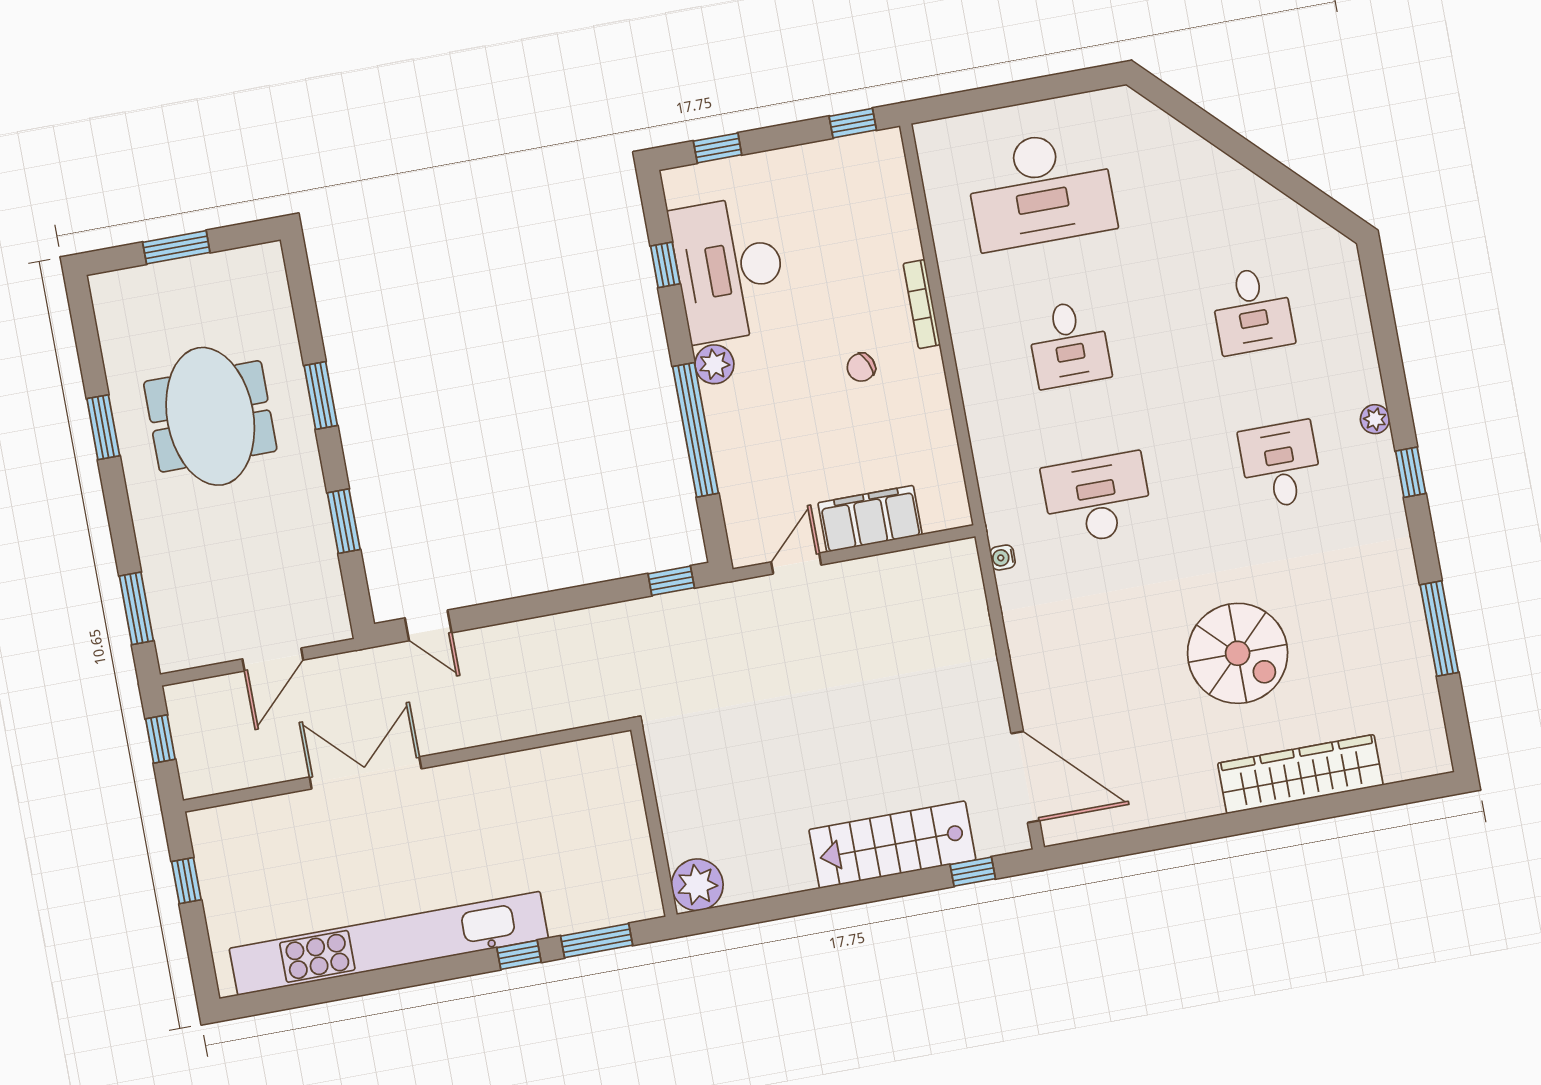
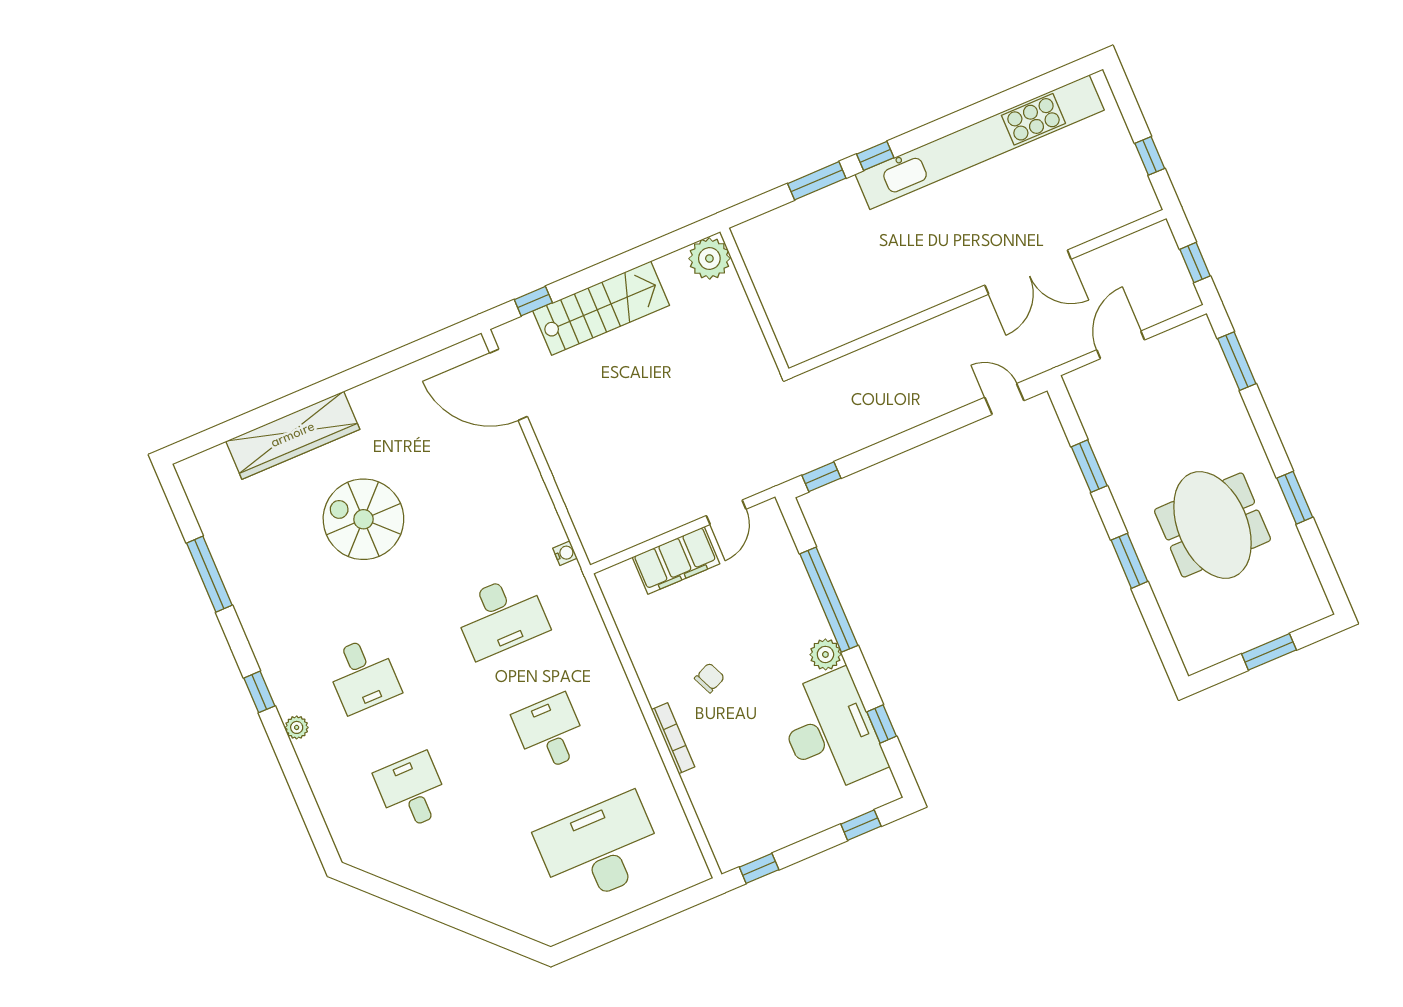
wall: (654, 822) -> (754, 300), moved
plant: (697, 885) -> (709, 258), moved

